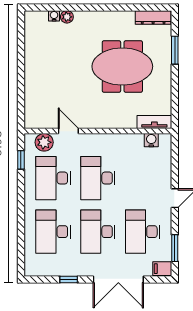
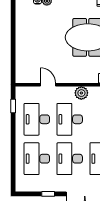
plant: (44, 142) -> (81, 93), moved

